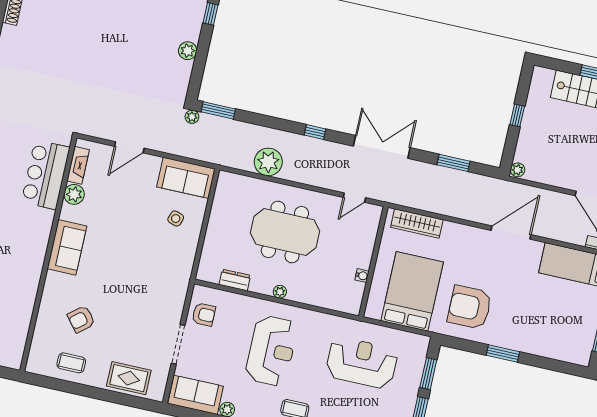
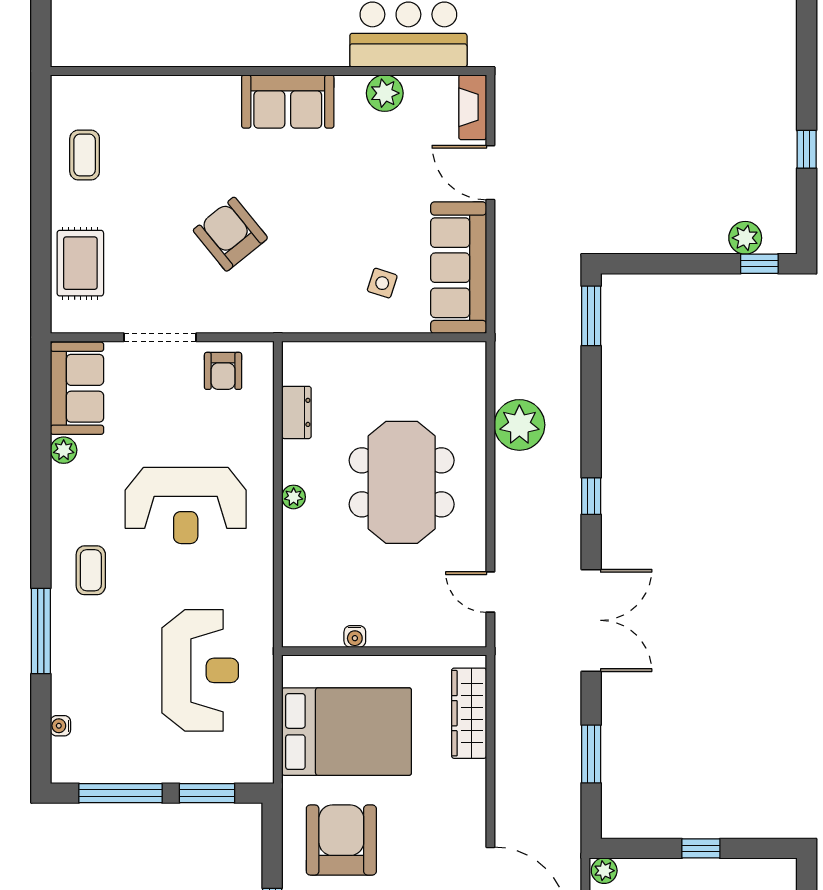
plant: (188, 51) -> (745, 238), moved
plant: (192, 117) -> (569, 272), removed
fireplace: (78, 165) -> (473, 107), moved, turned 90
sofa: (186, 178) -> (459, 268), width x1.36
armchair: (81, 319) -> (230, 234), moved, width x1.38, depth x1.38

